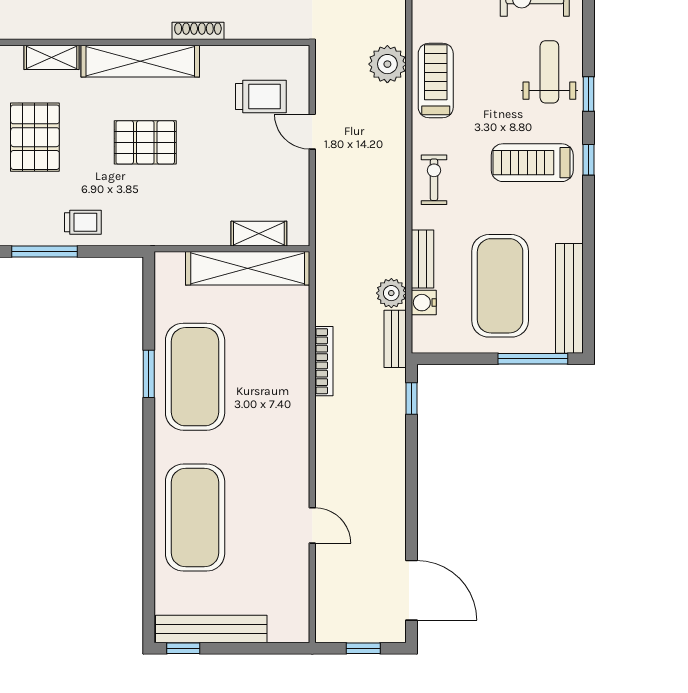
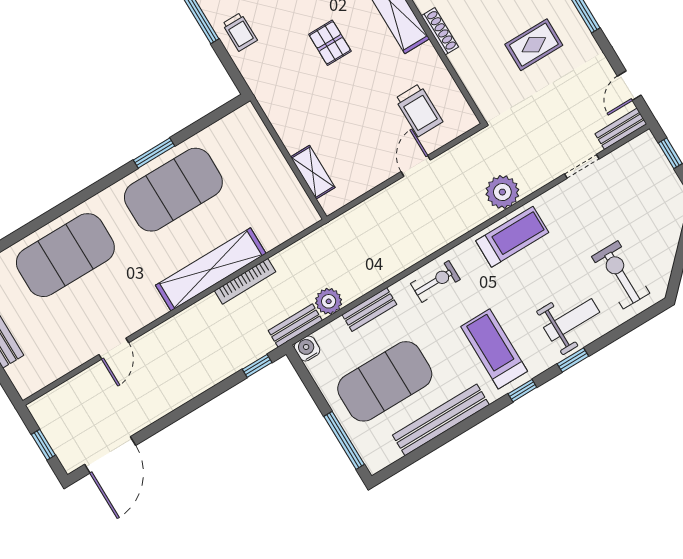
pallet: (145, 142) -> (330, 43), width x0.67, depth x0.71
shelving: (248, 268) -> (211, 269), moved, turned 90
bench: (569, 298) -> (441, 420), moved
water cooler: (424, 303) -> (307, 348), moved

